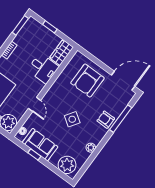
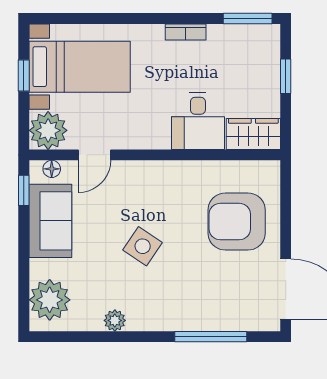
door: (35, 104) -> (94, 155), moved
armchair: (106, 120) -> (188, 310), removed
window: (34, 155) -> (24, 190), moved

